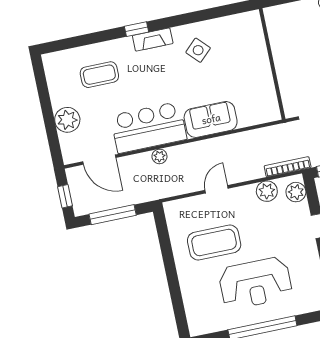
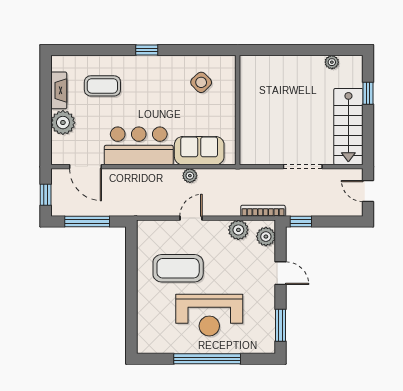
fireplace: (153, 39) -> (59, 90), moved, turned -90
wall: (272, 64) -> (238, 110), moved
plant: (159, 156) -> (190, 176), moved

